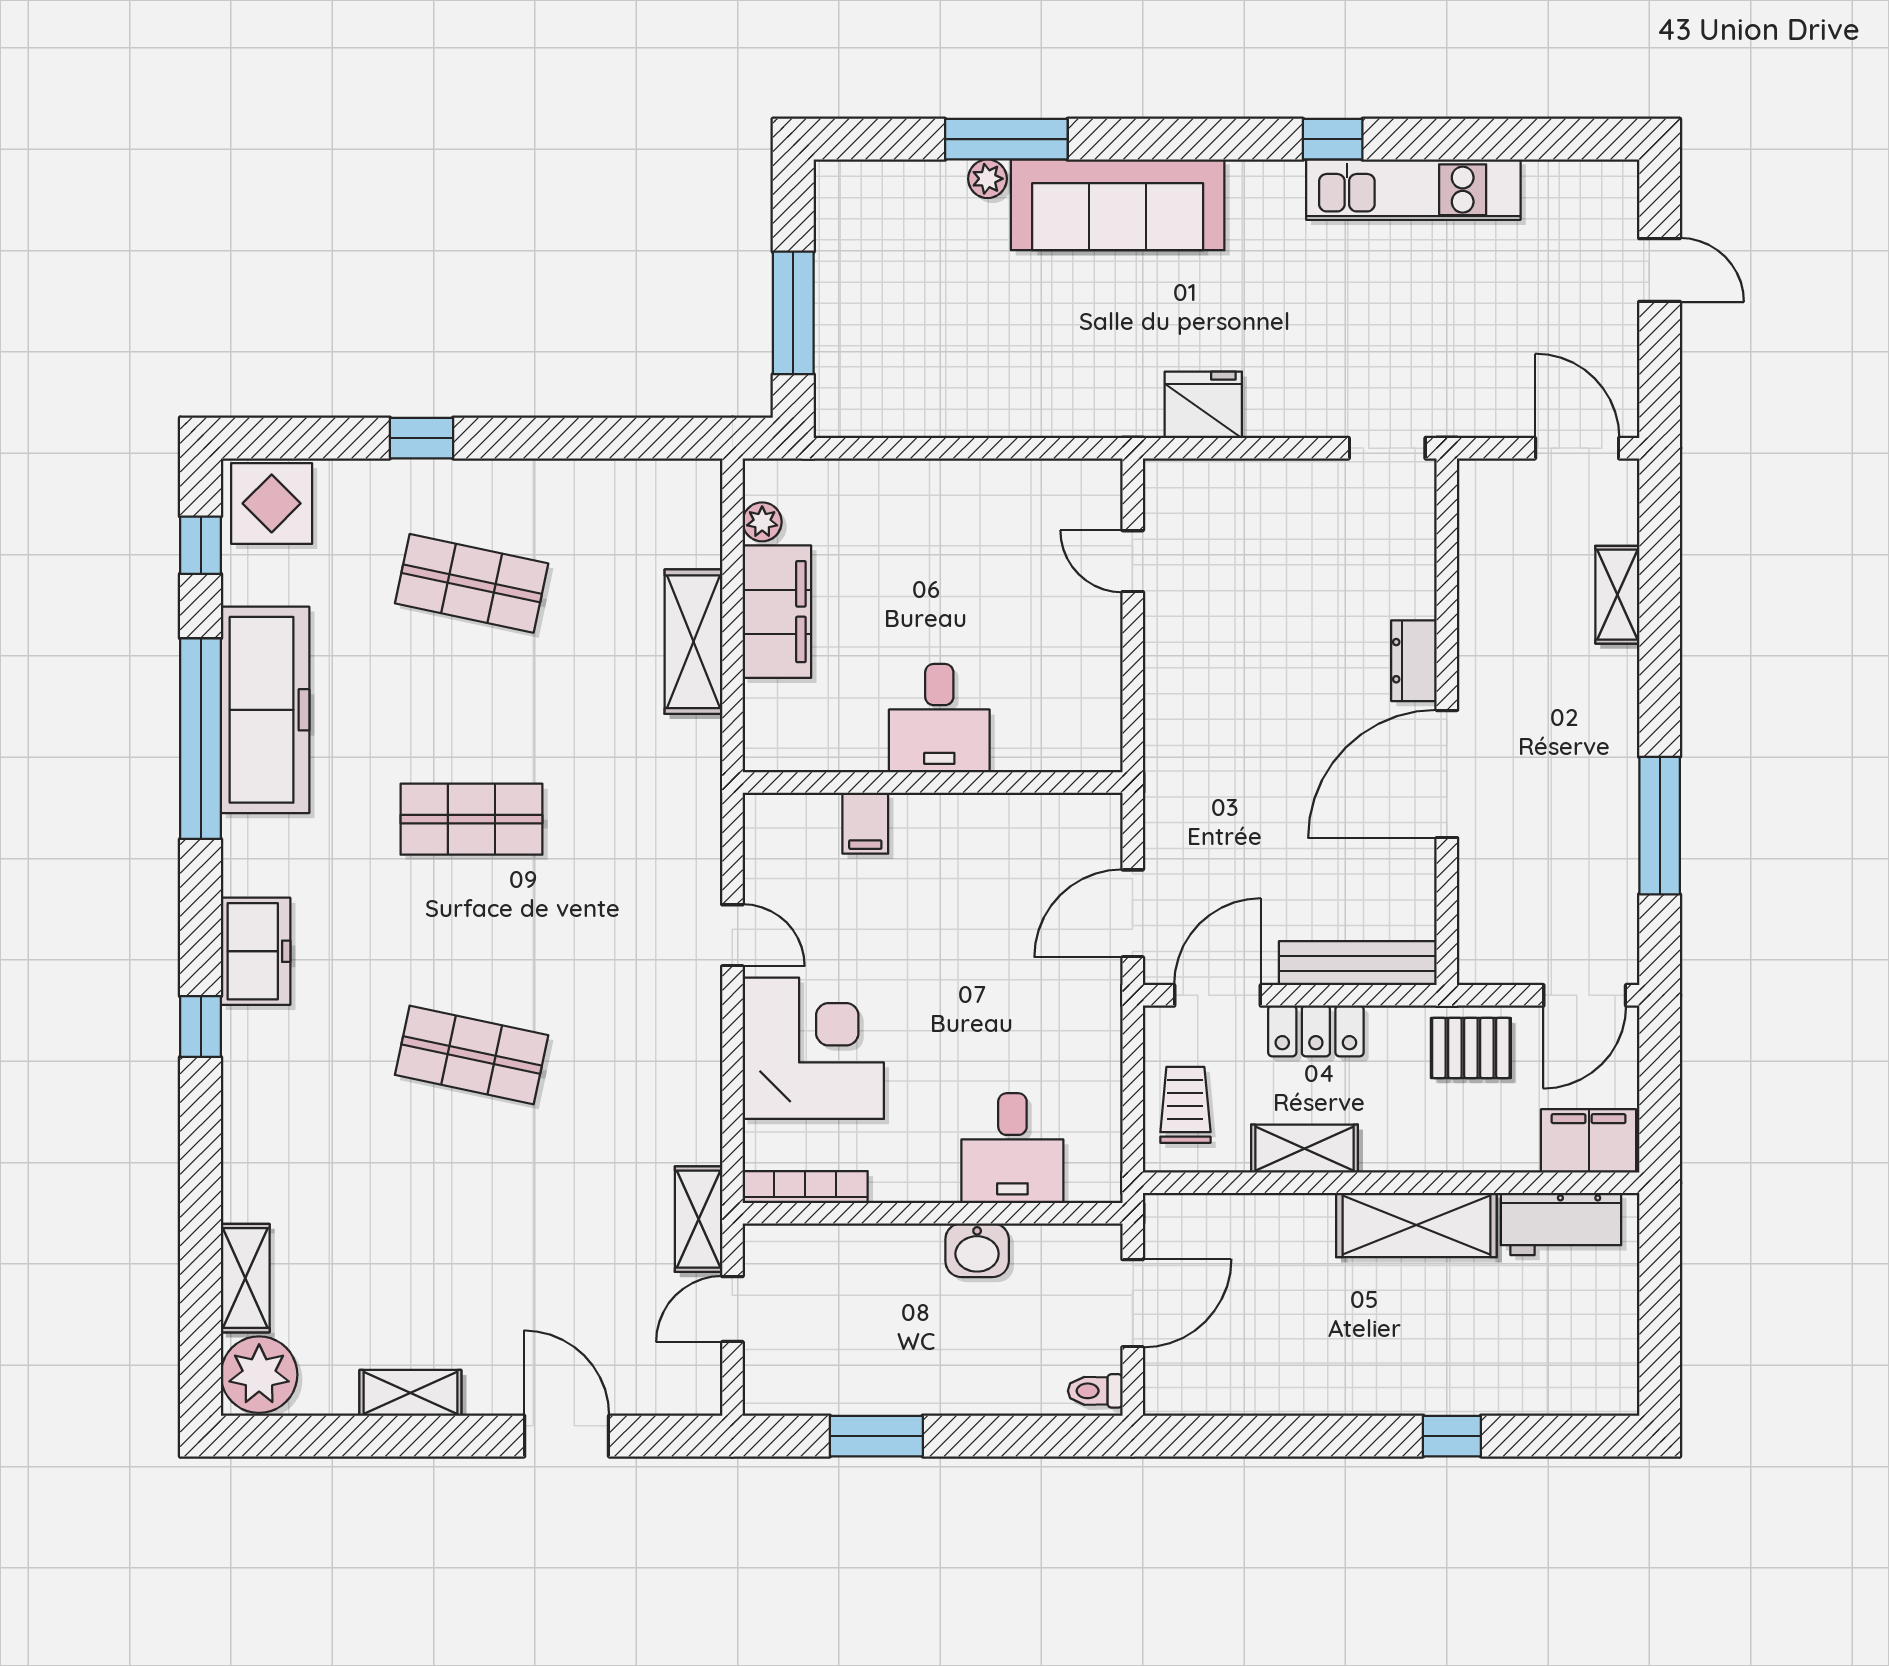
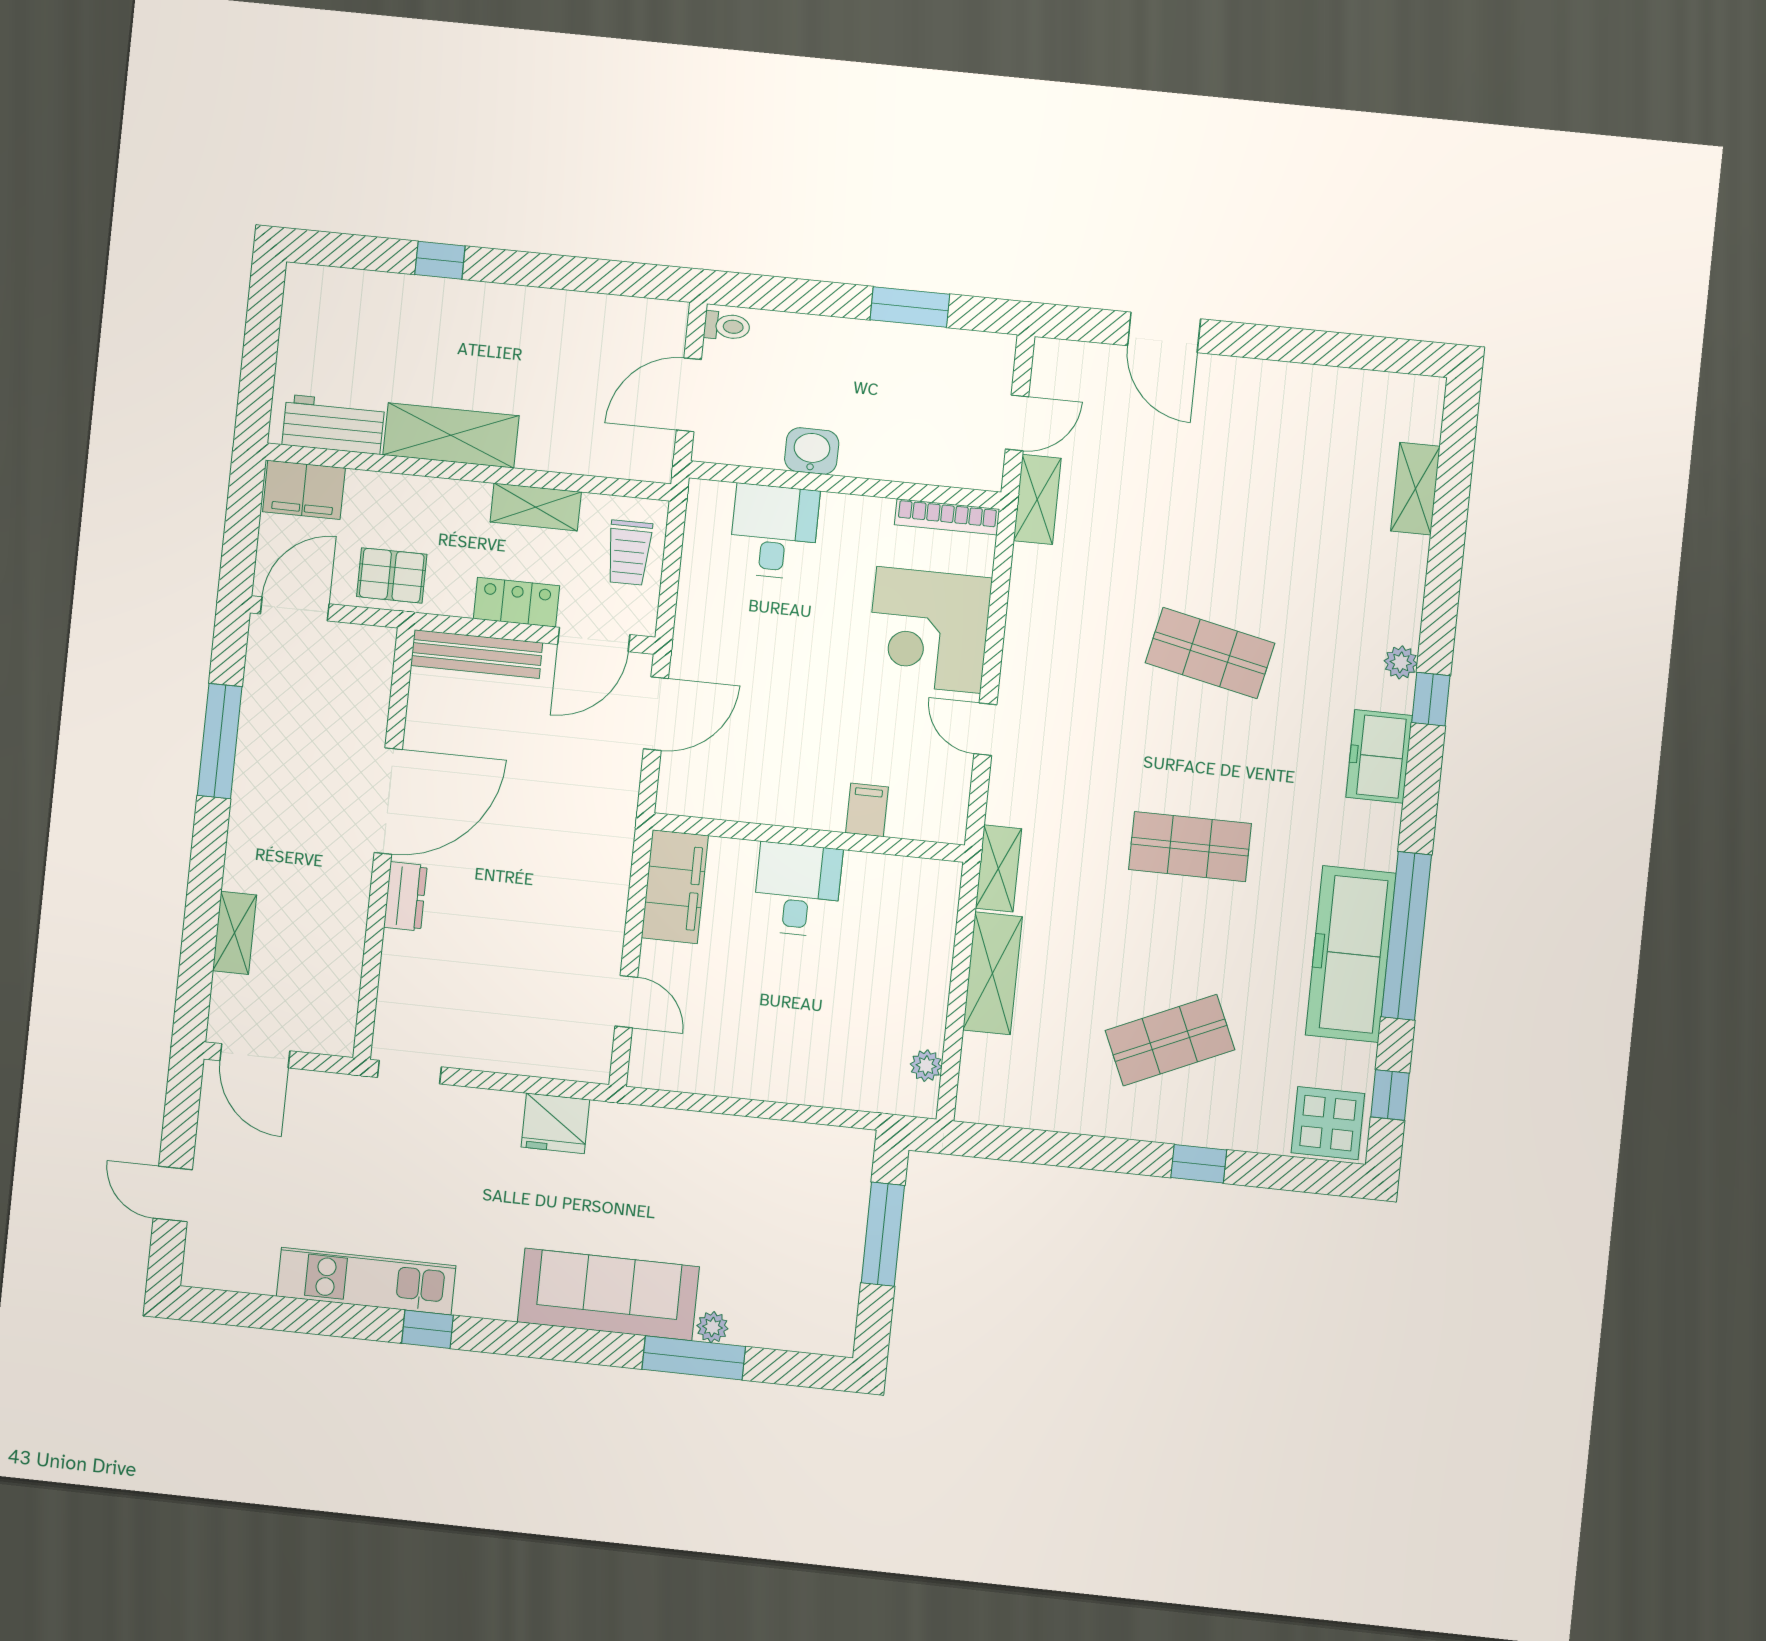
shop shelf: (472, 583) -> (1170, 1040), turned -36
filing cabinet: (777, 612) -> (675, 887), moved, turned 180
plant: (259, 1375) -> (1401, 662), moved, width x0.53, depth x0.53
shelving: (410, 1393) -> (998, 868), moved, turned 90

